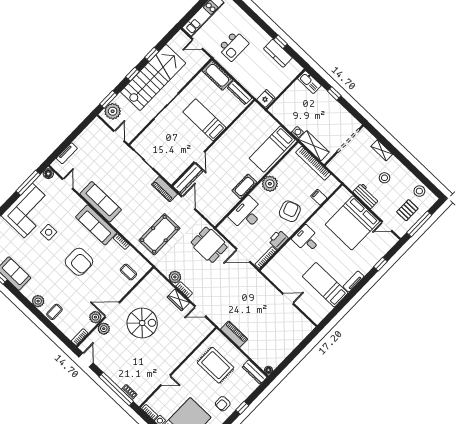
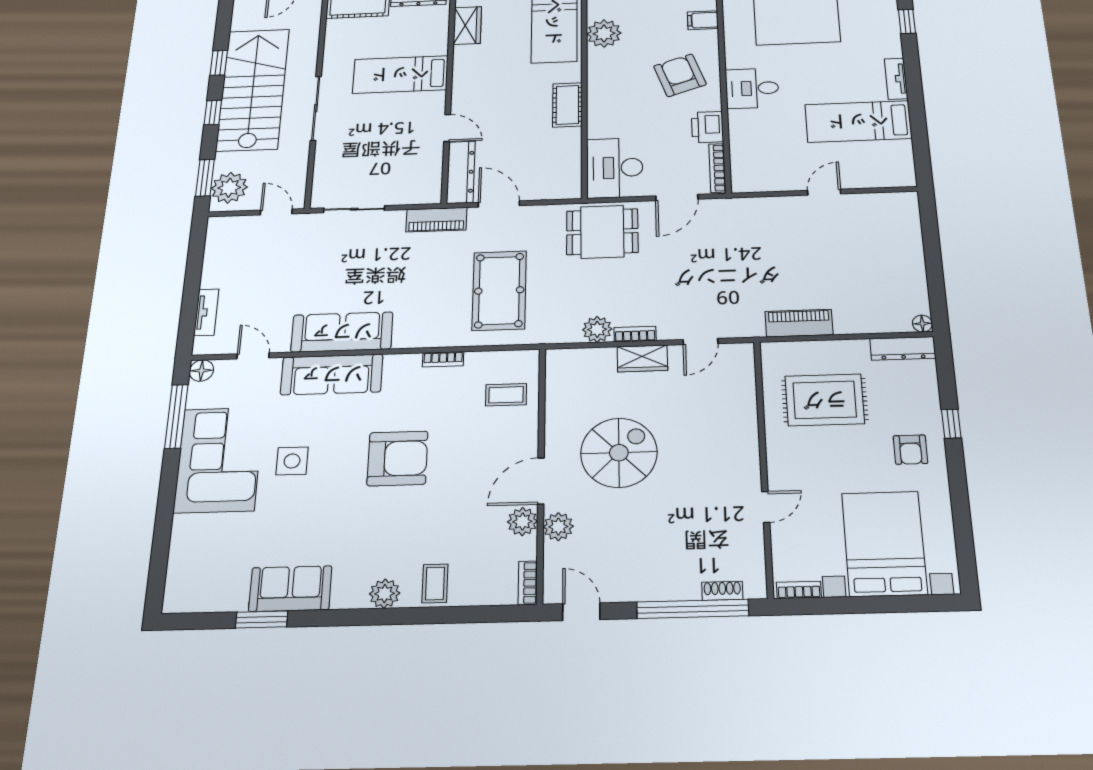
wardrobe: (244, 121) -> (467, 25), added
plant: (270, 184) -> (604, 33), moved
desk: (247, 214) -> (615, 168), moved
sofa: (96, 225) -> (332, 375), moved

